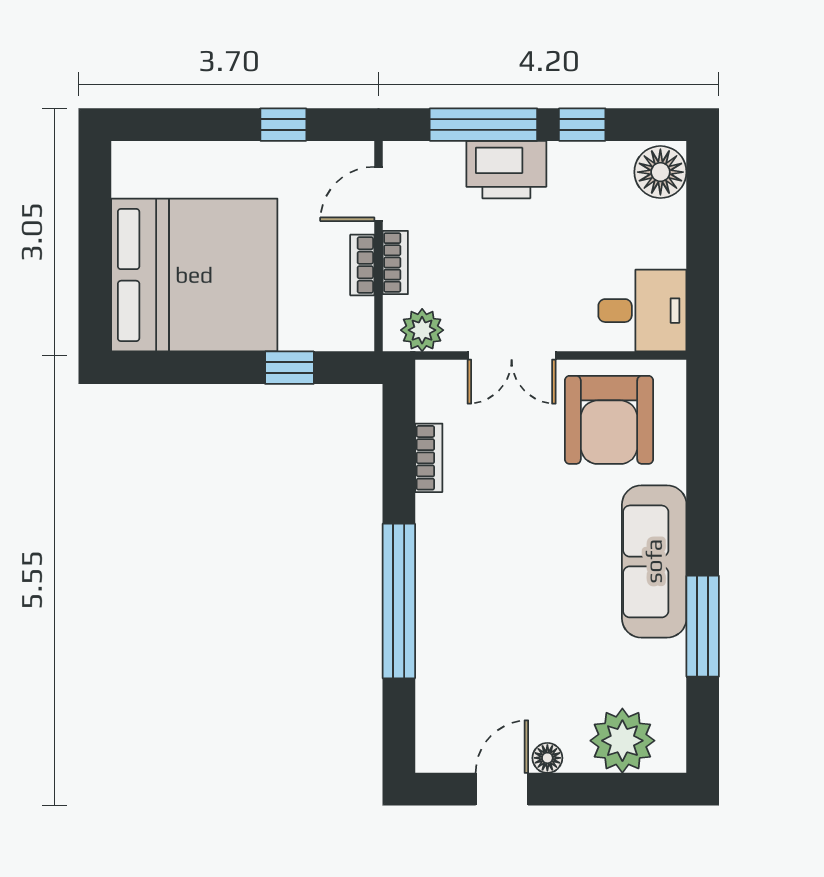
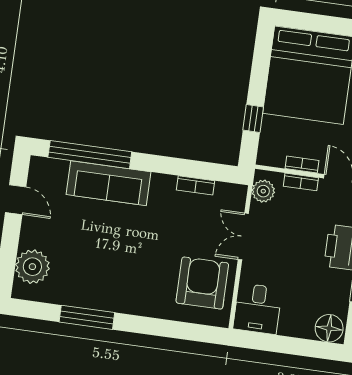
armchair: (609, 420) -> (202, 283), turned 90
sofa: (654, 561) -> (108, 183), moved, turned 180
window: (399, 601) -> (90, 155), moved
floor lamp: (547, 758) -> (29, 226), removed

